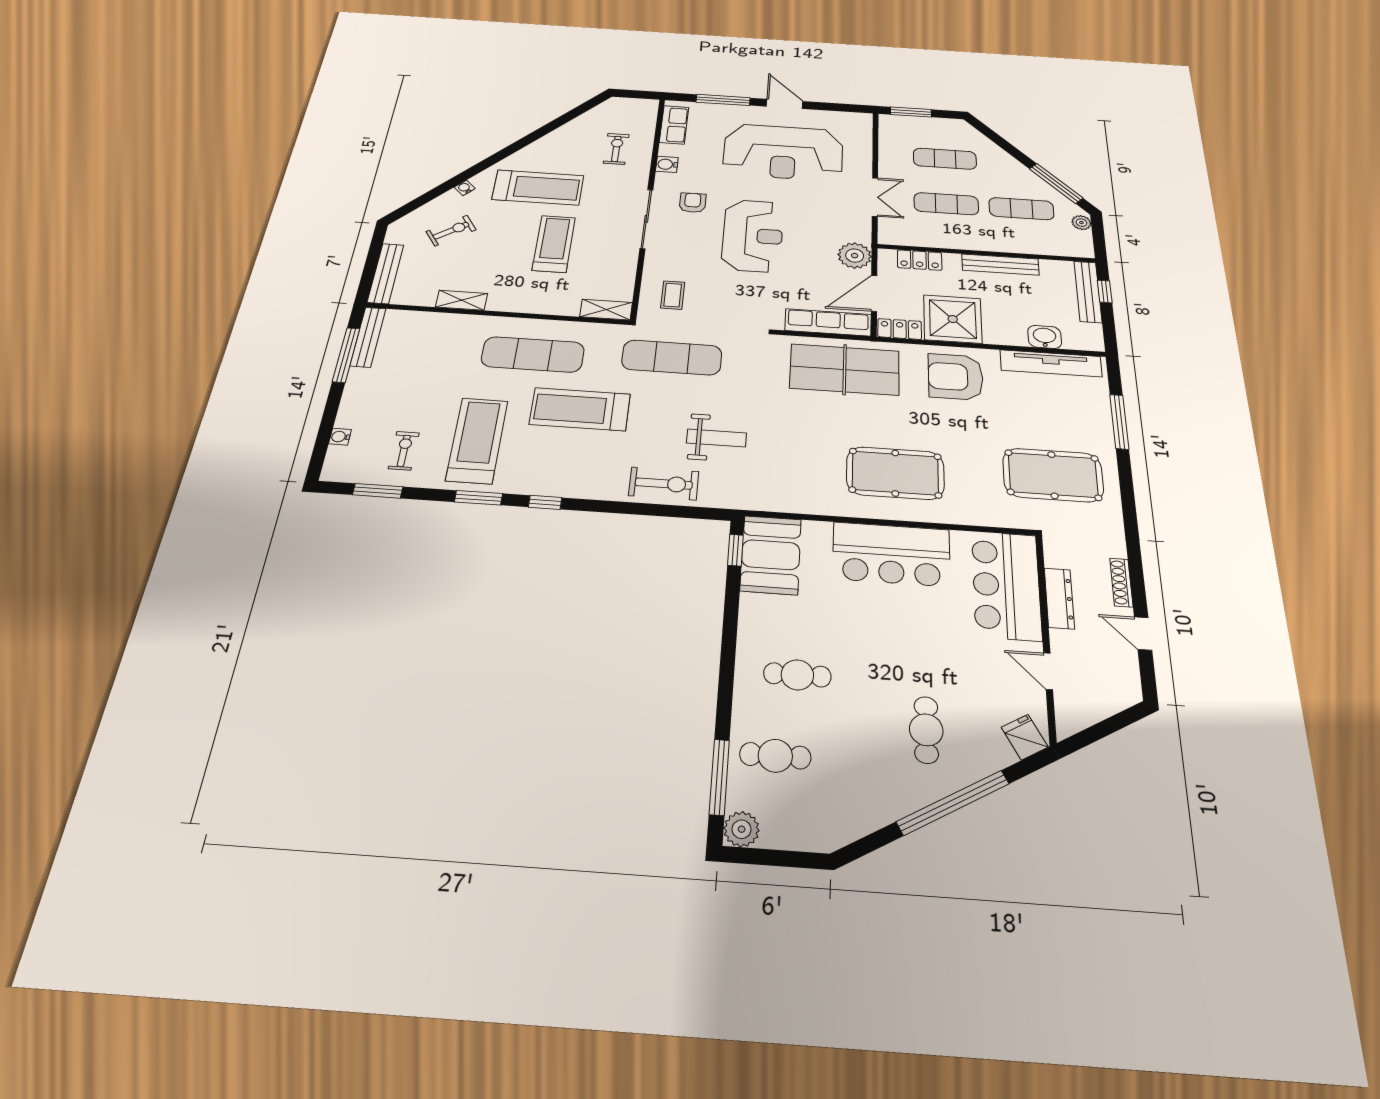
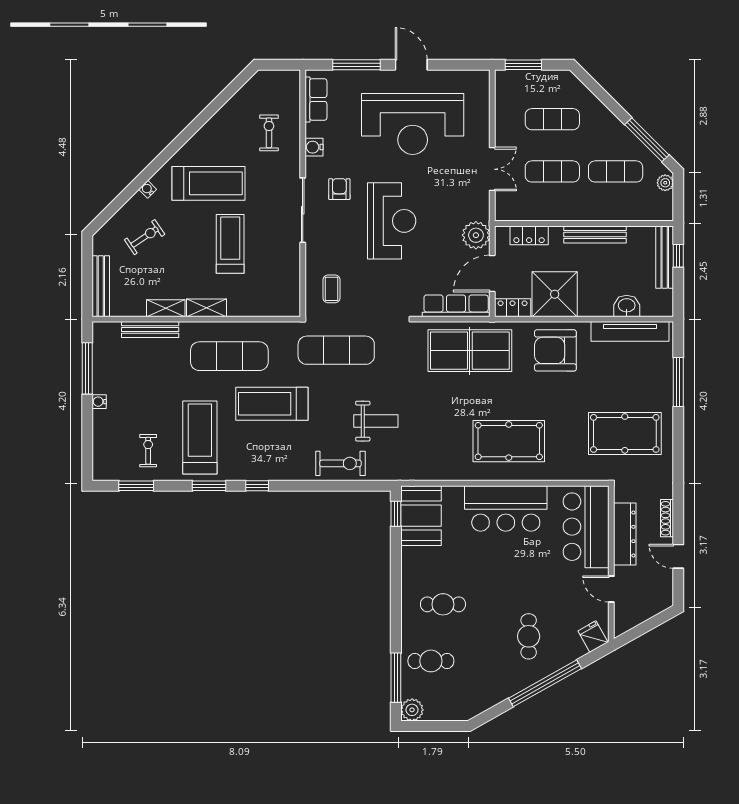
shelving: (606, 310) -> (206, 308), moved
bench: (368, 337) -> (150, 330), moved, turned 90
water cooler: (340, 437) -> (99, 402), moved
dresser: (1059, 598) -> (625, 534), width x1.37, depth x1.24

